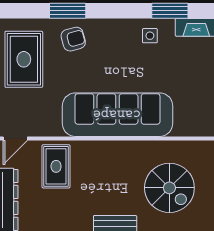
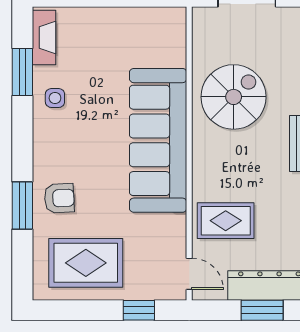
armchair: (73, 39) -> (59, 198), turned 102
spiral stairs: (169, 188) -> (234, 97), moved

